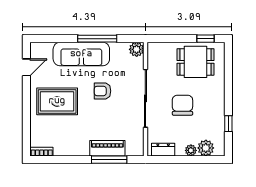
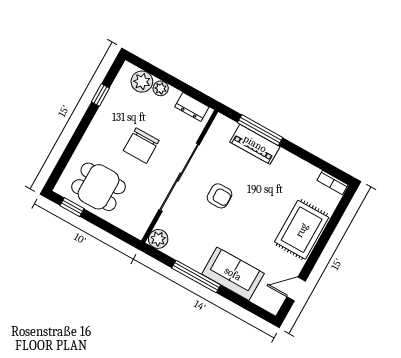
sofa: (81, 54) -> (233, 274), width x0.73
armchair: (103, 91) -> (220, 196), moved
rug: (57, 101) -> (302, 230), moved, turned 90

